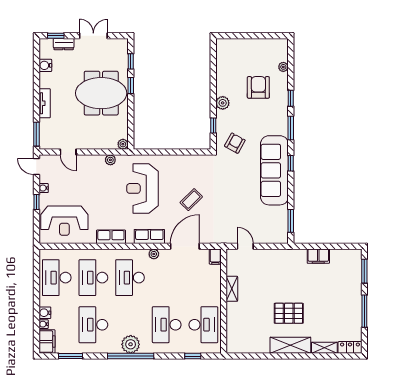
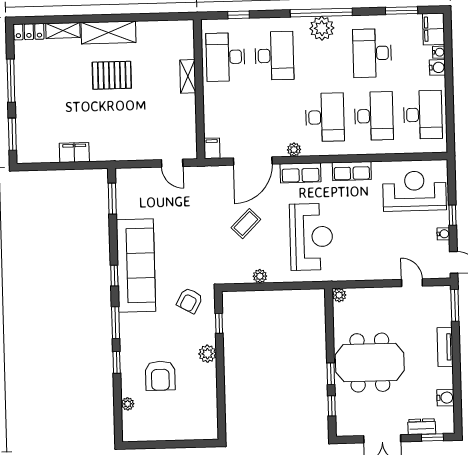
plant: (110, 160) -> (260, 276), moved
shelving: (232, 289) -> (188, 76), moved
desk: (93, 325) -> (372, 53), turned 180

